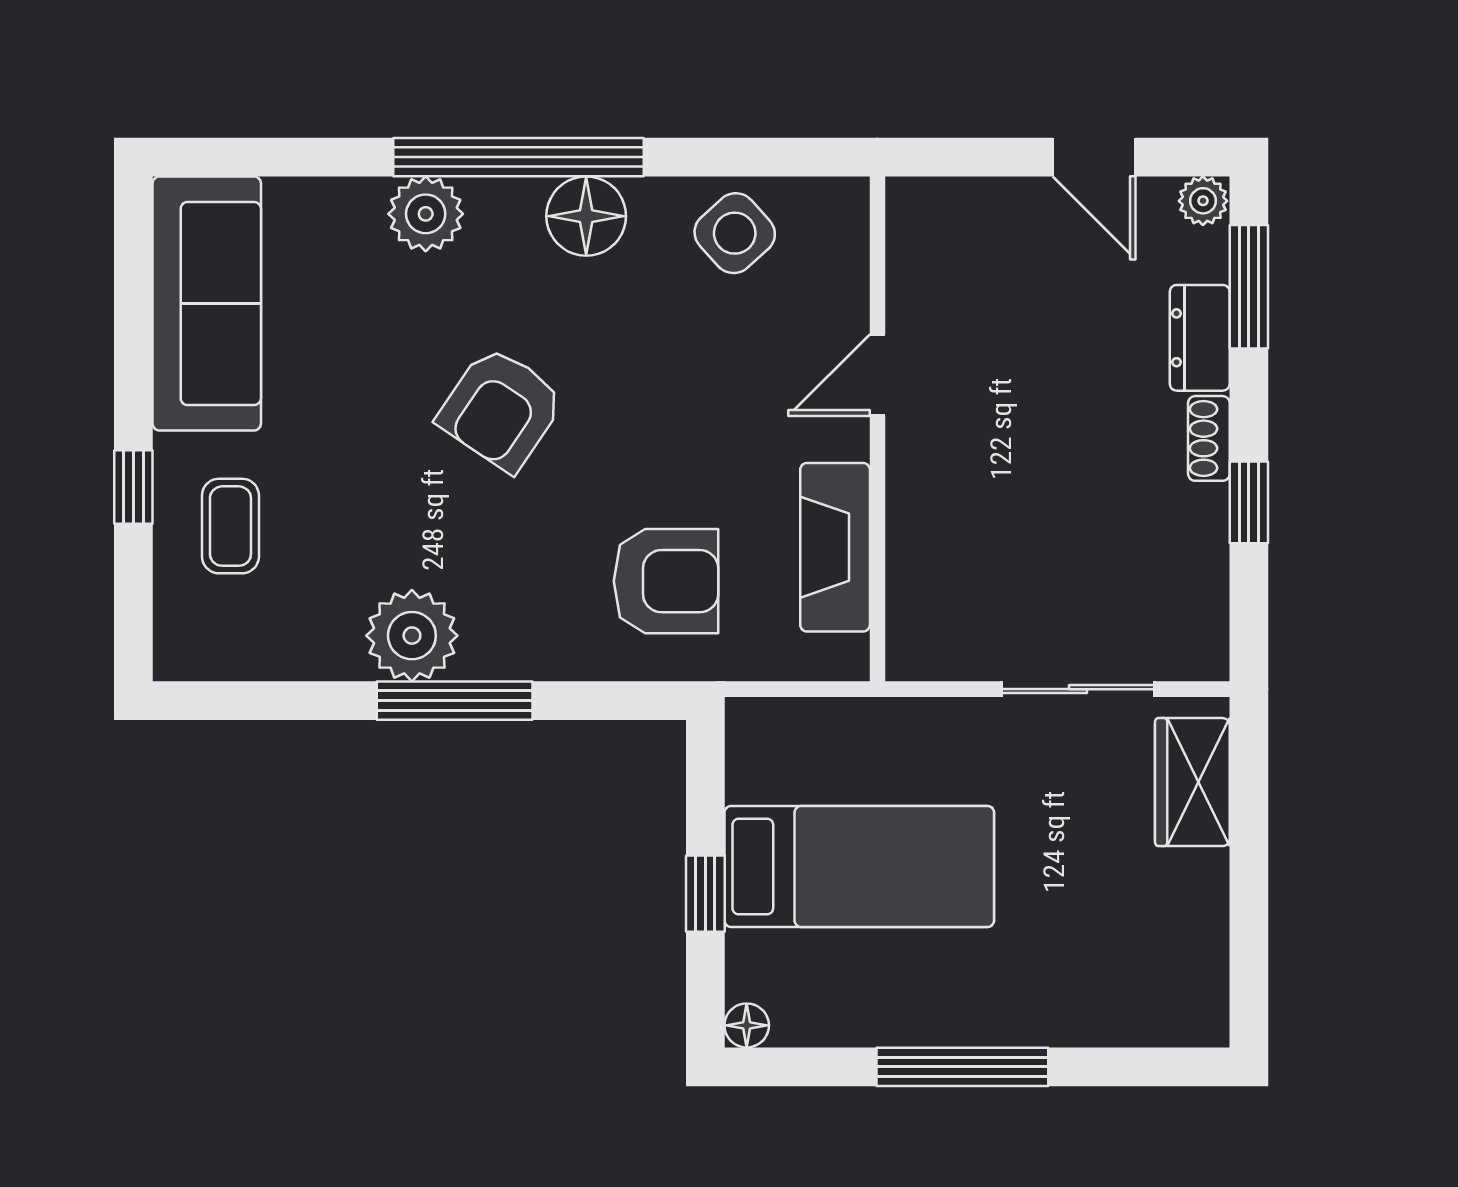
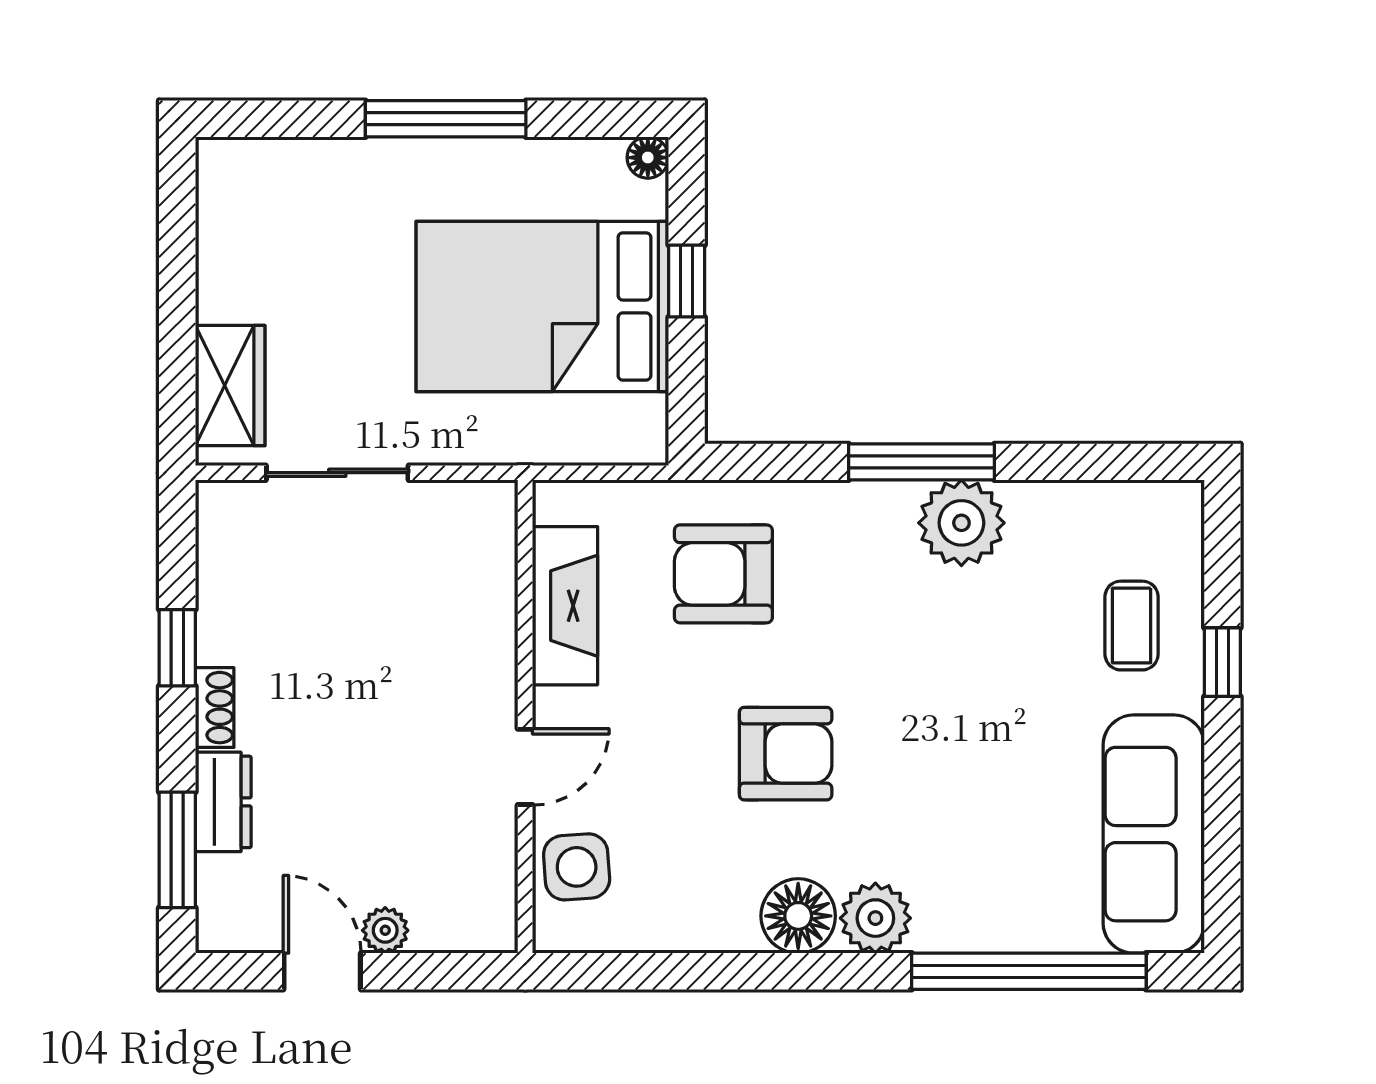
window: (519, 157) -> (1029, 971), moved
plant: (1203, 201) -> (385, 930), moved
plant: (426, 214) -> (875, 918), moved
side table: (735, 233) -> (577, 867), moved, turned 38
armchair: (501, 409) -> (786, 754), moved, turned 56
bed: (859, 866) -> (542, 306), width x1.50

